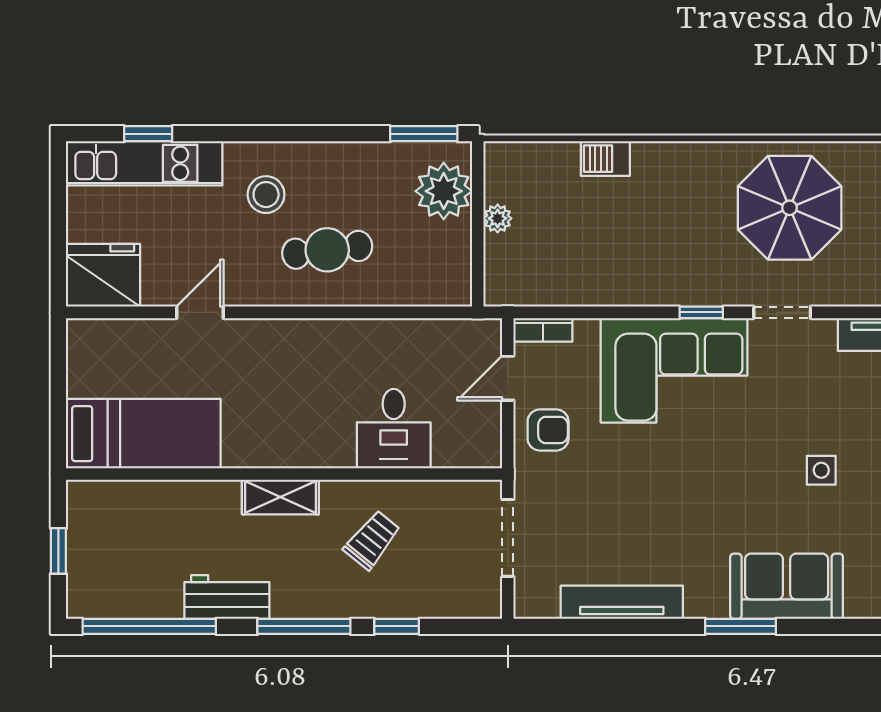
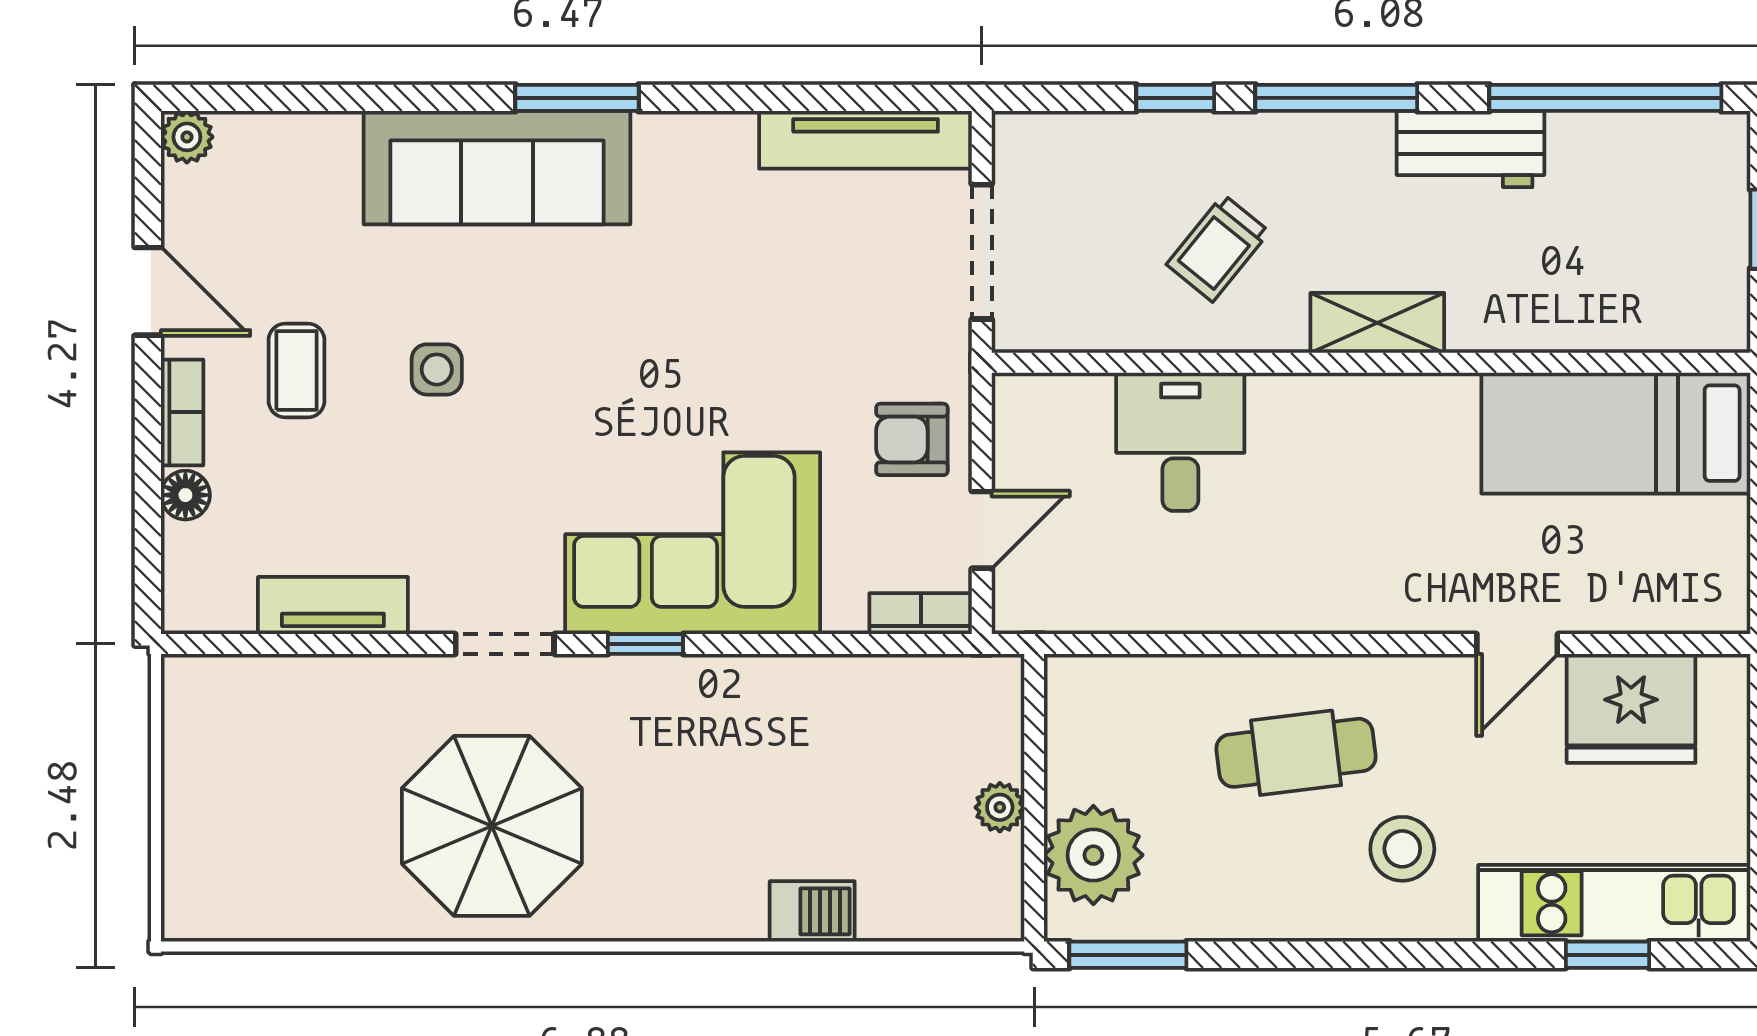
fridge: (103, 275) -> (1631, 708), moved
sofa: (787, 586) -> (497, 168), width x1.36
tv unit: (622, 602) -> (866, 140), moved

